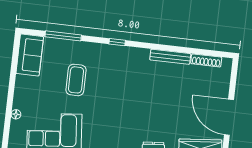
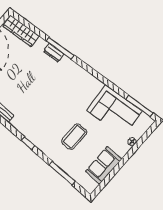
sofa: (30, 55) -> (104, 165), moved

